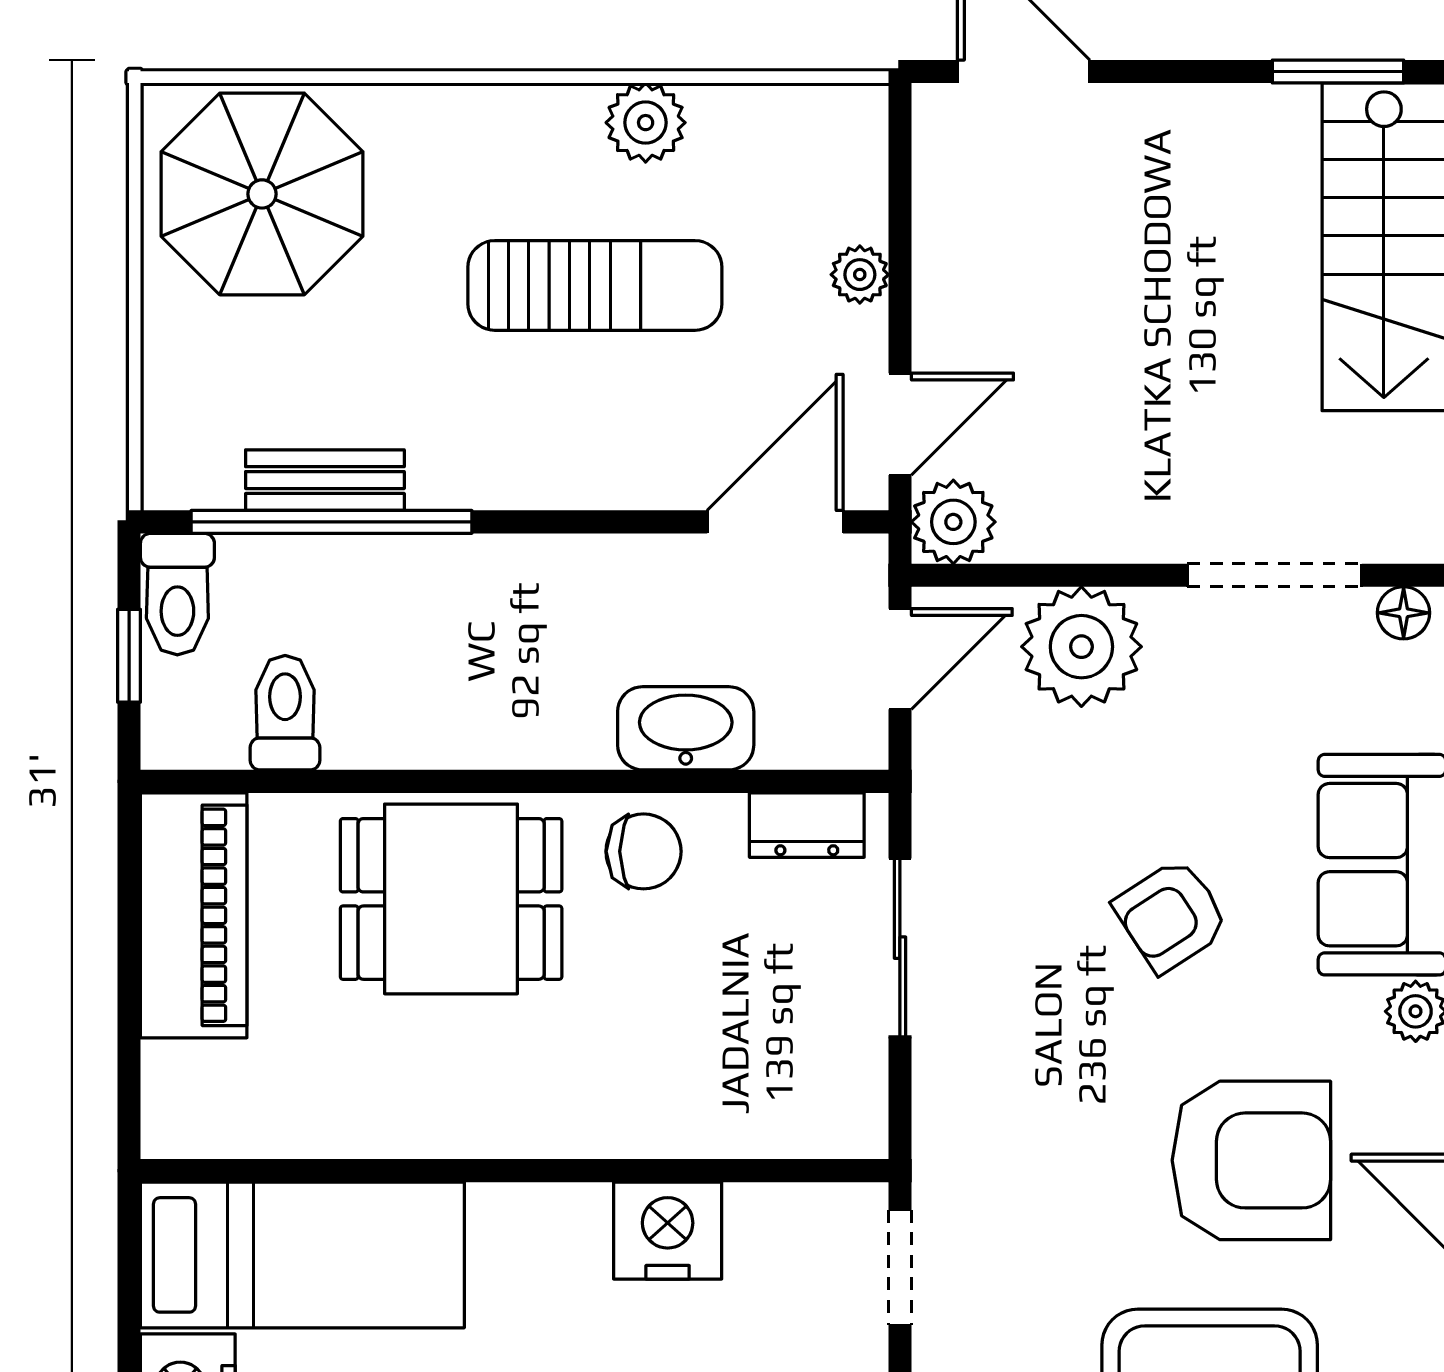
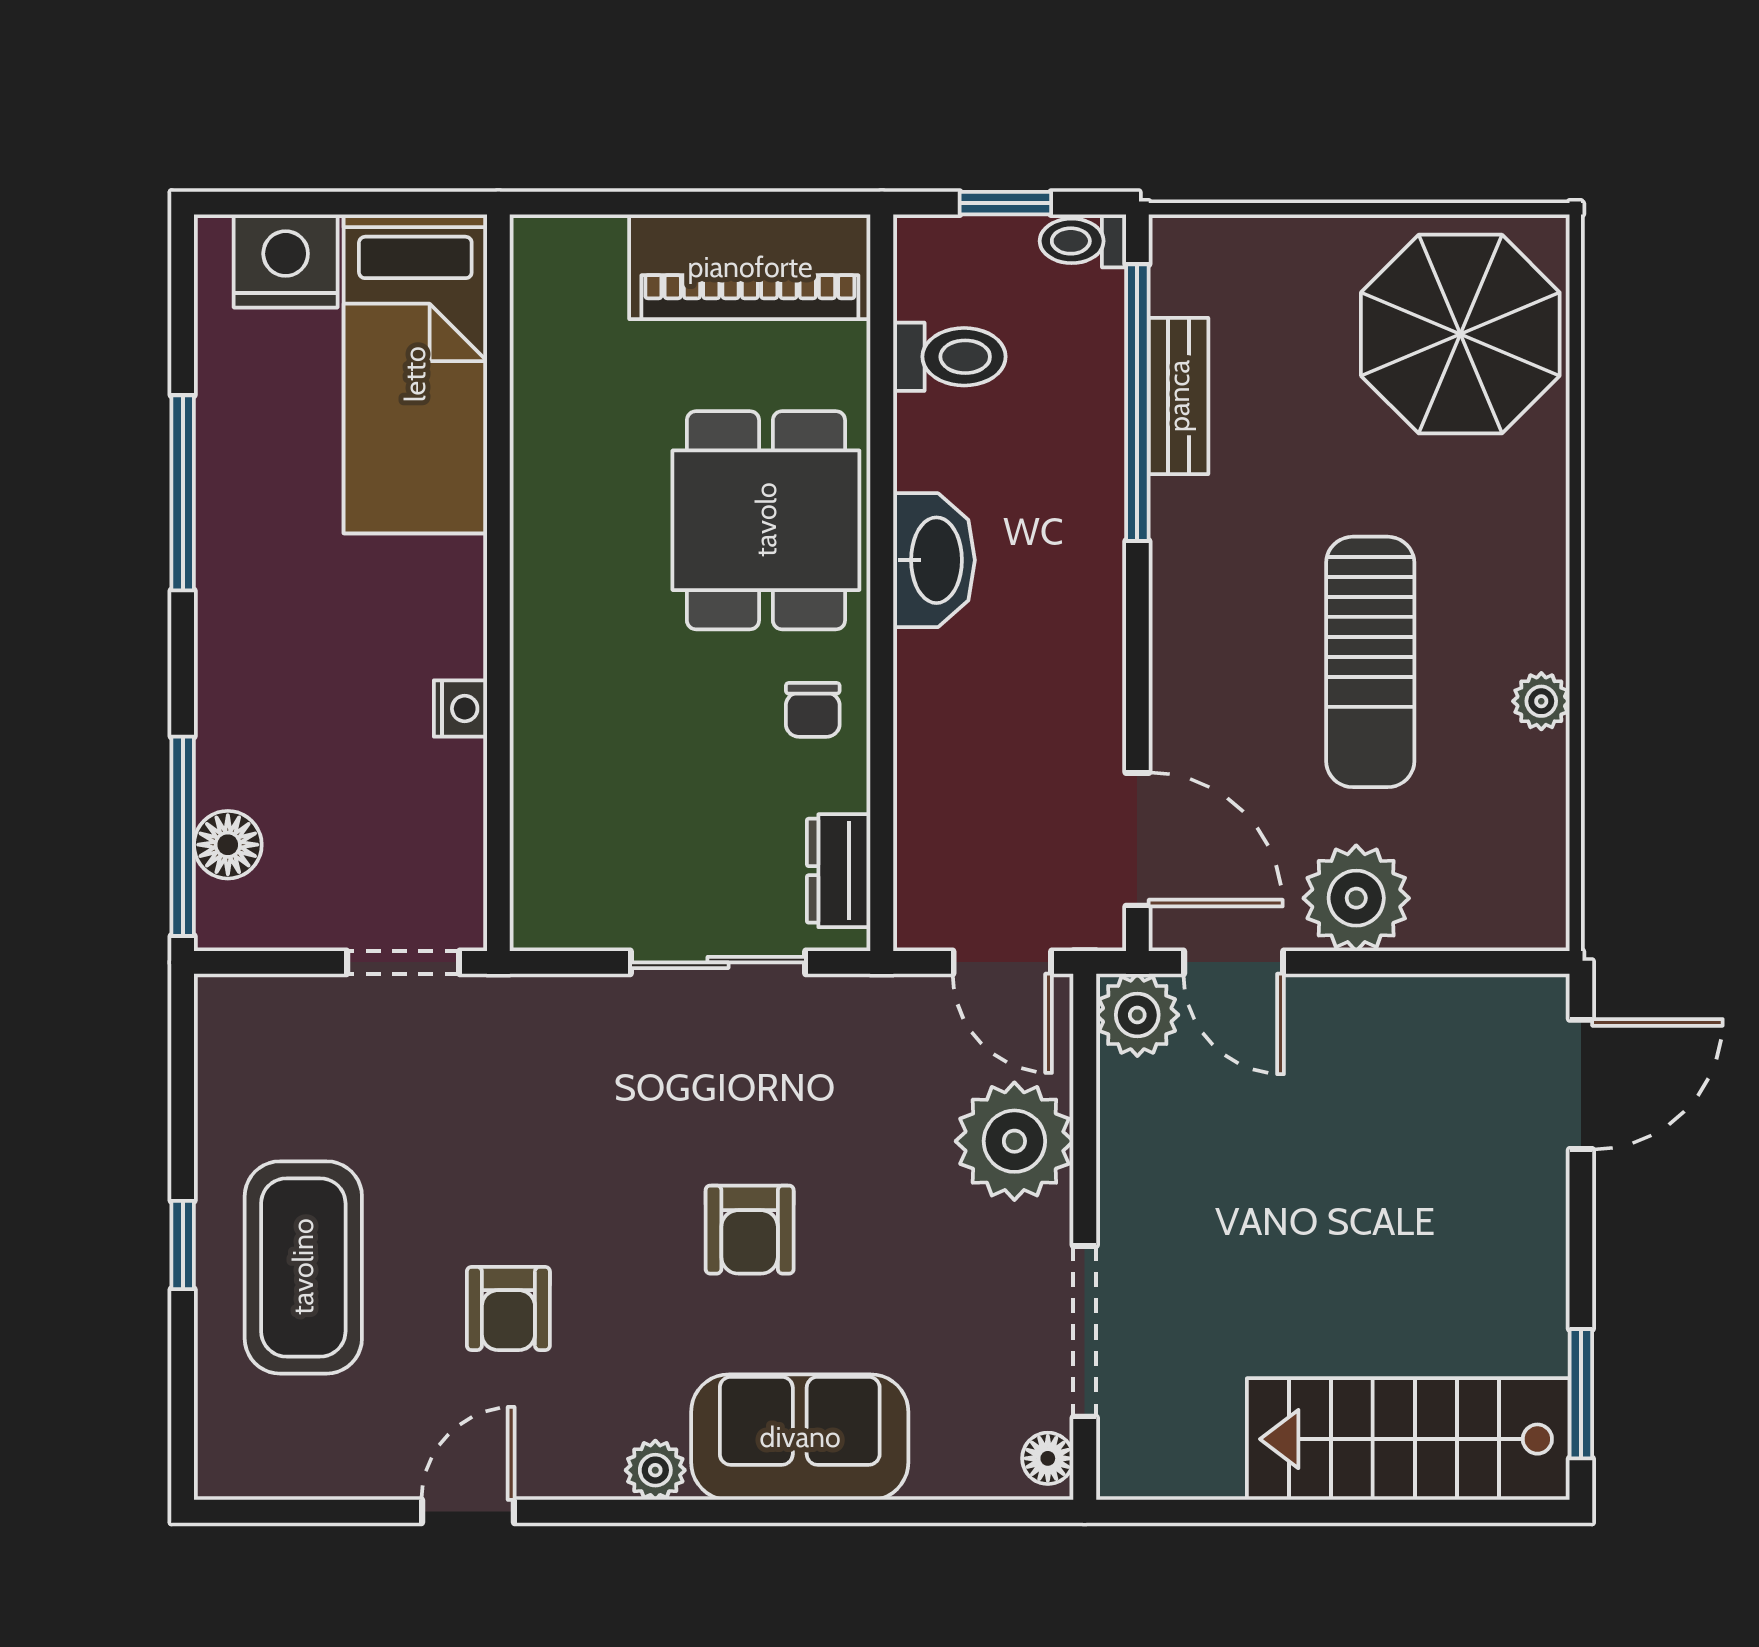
plant: (646, 123) -> (1541, 701), width x0.73, depth x0.73
plant: (860, 275) -> (1356, 898), width x1.88, depth x1.88
toilet: (177, 594) -> (1083, 241), width x0.73, depth x0.72
washbasin: (686, 728) -> (934, 560), moved
chair: (644, 851) -> (813, 710), width x0.73, depth x0.73
armchair: (1171, 916) -> (750, 1230), turned -147
armchair: (1251, 1160) -> (508, 1309), width x0.53, depth x0.53
nightstand: (668, 1231) -> (460, 709), width x0.53, depth x0.56

